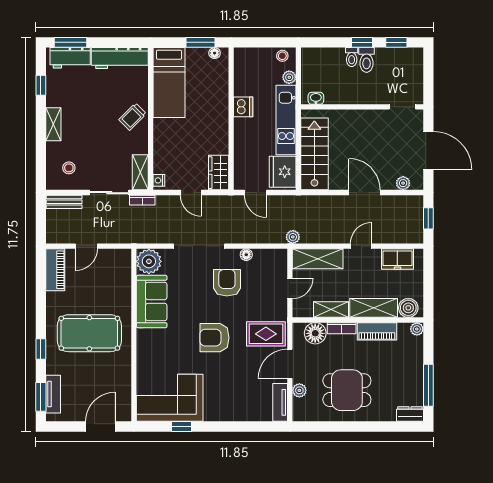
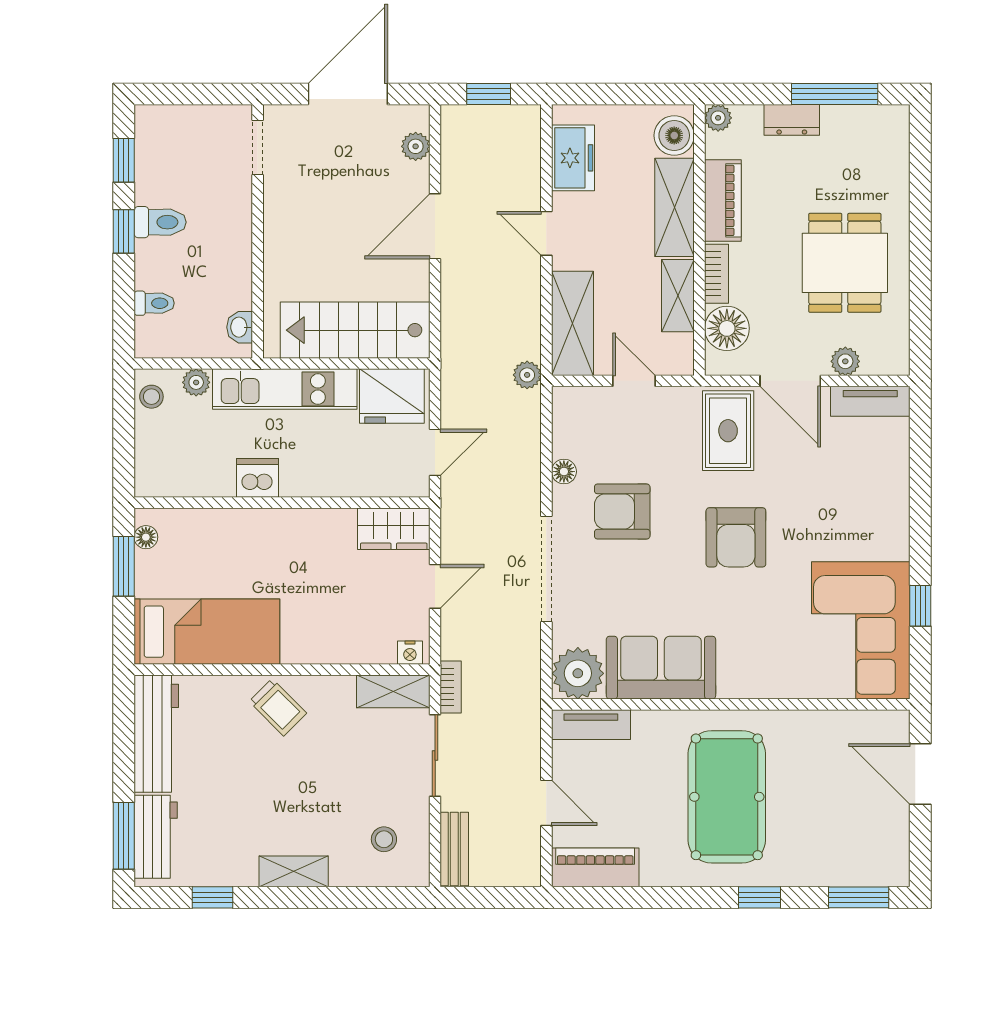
toilet: (352, 57) -> (154, 303), moved
tv unit: (53, 394) -> (591, 725), moved, turned 180
dresser: (410, 414) -> (792, 120), moved, turned -90

